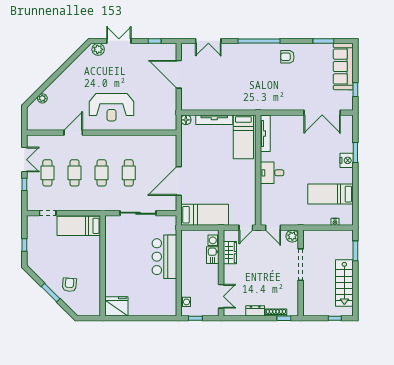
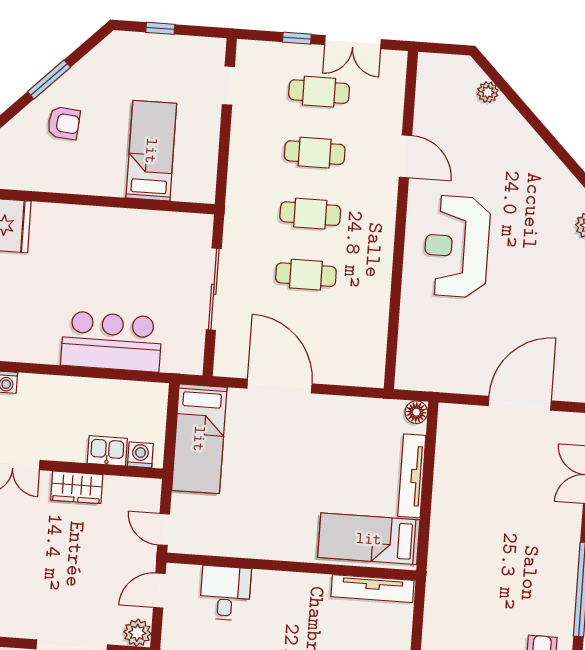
desk: (272, 173) -> (225, 593), moved
bed: (79, 226) -> (151, 151), moved
wardrobe: (230, 253) -> (77, 487), moved

